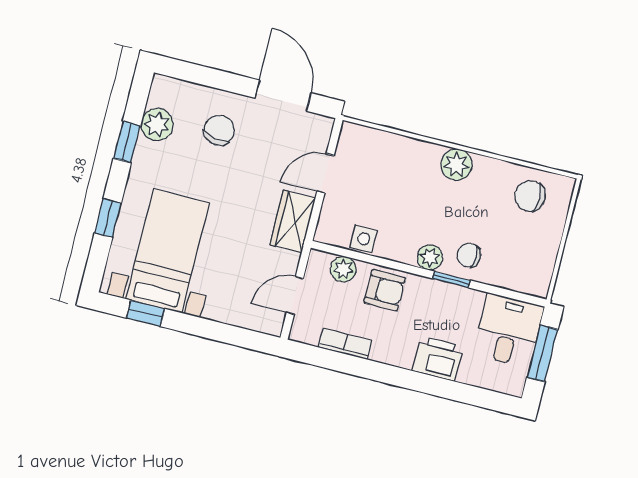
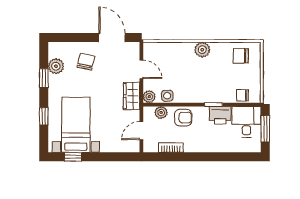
door: (325, 173) -> (141, 69), swing flipped
chair: (469, 255) -> (242, 95), moved
plant: (430, 257) -> (149, 97), moved
printer: (438, 359) -> (220, 115), moved, turned 180

